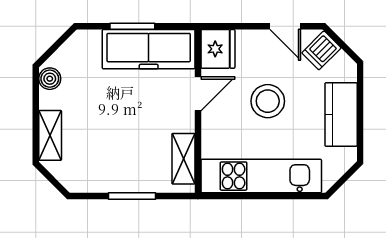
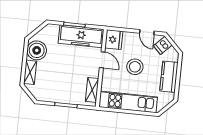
boiler: (50, 79) -> (37, 50), width x1.86, depth x1.86
door: (198, 94) -> (102, 60), hinge flipped

